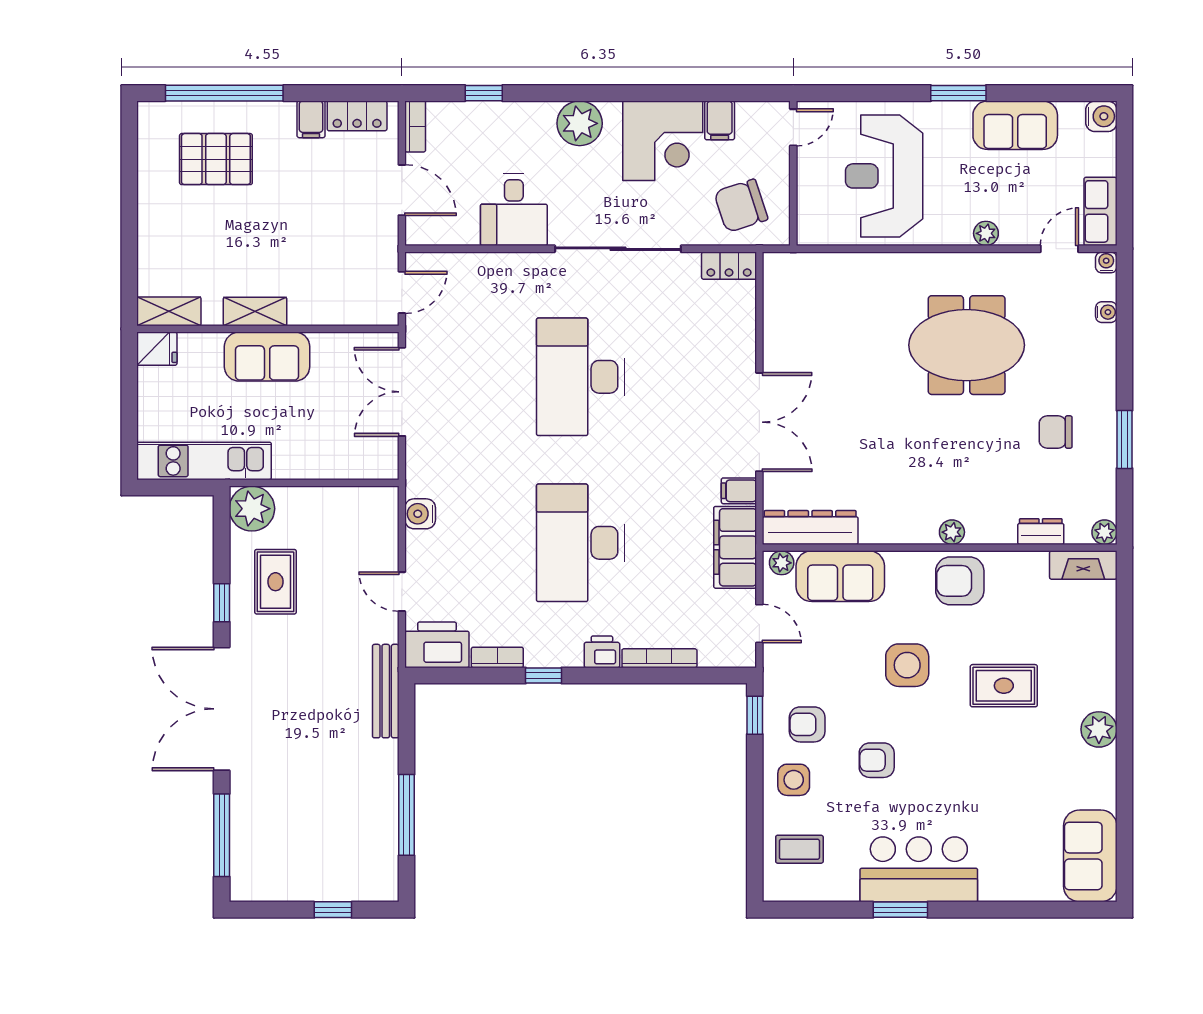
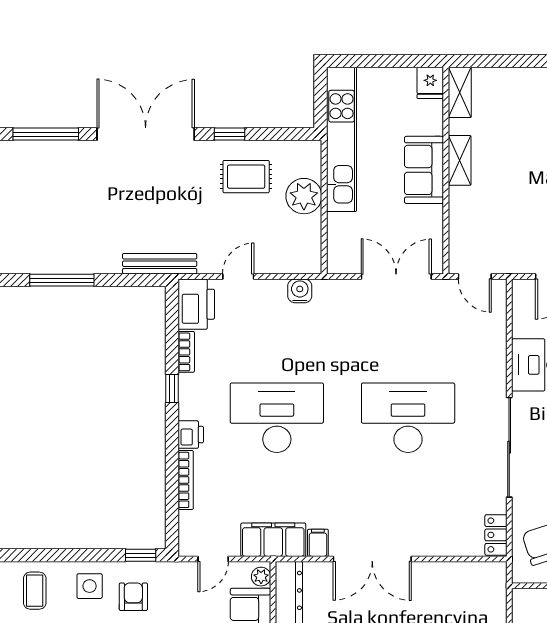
kitchen unit: (204, 461) -> (342, 139), width x1.36
plant: (252, 509) -> (304, 196), moved

